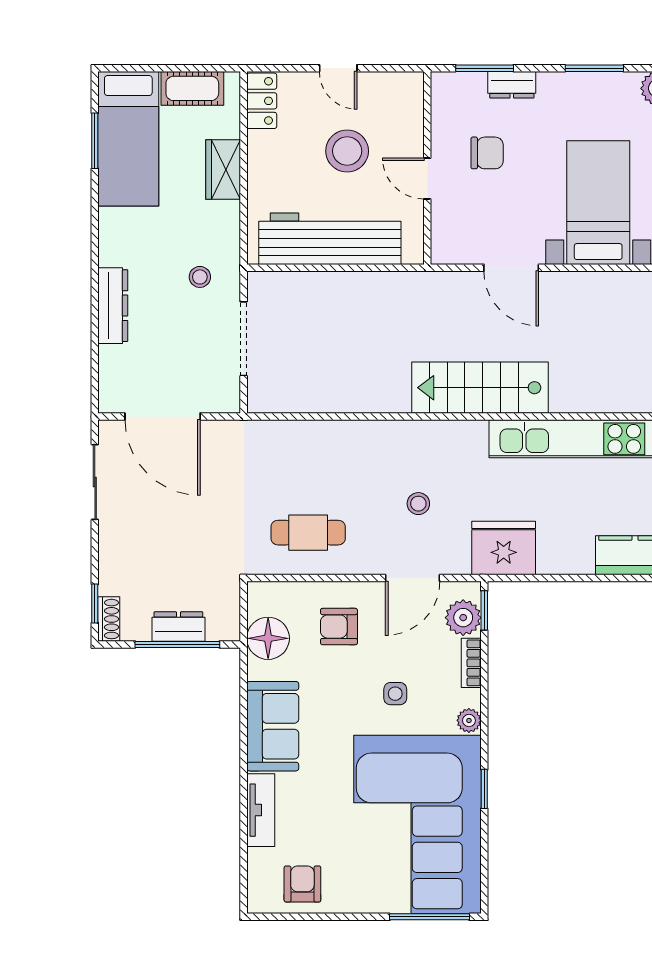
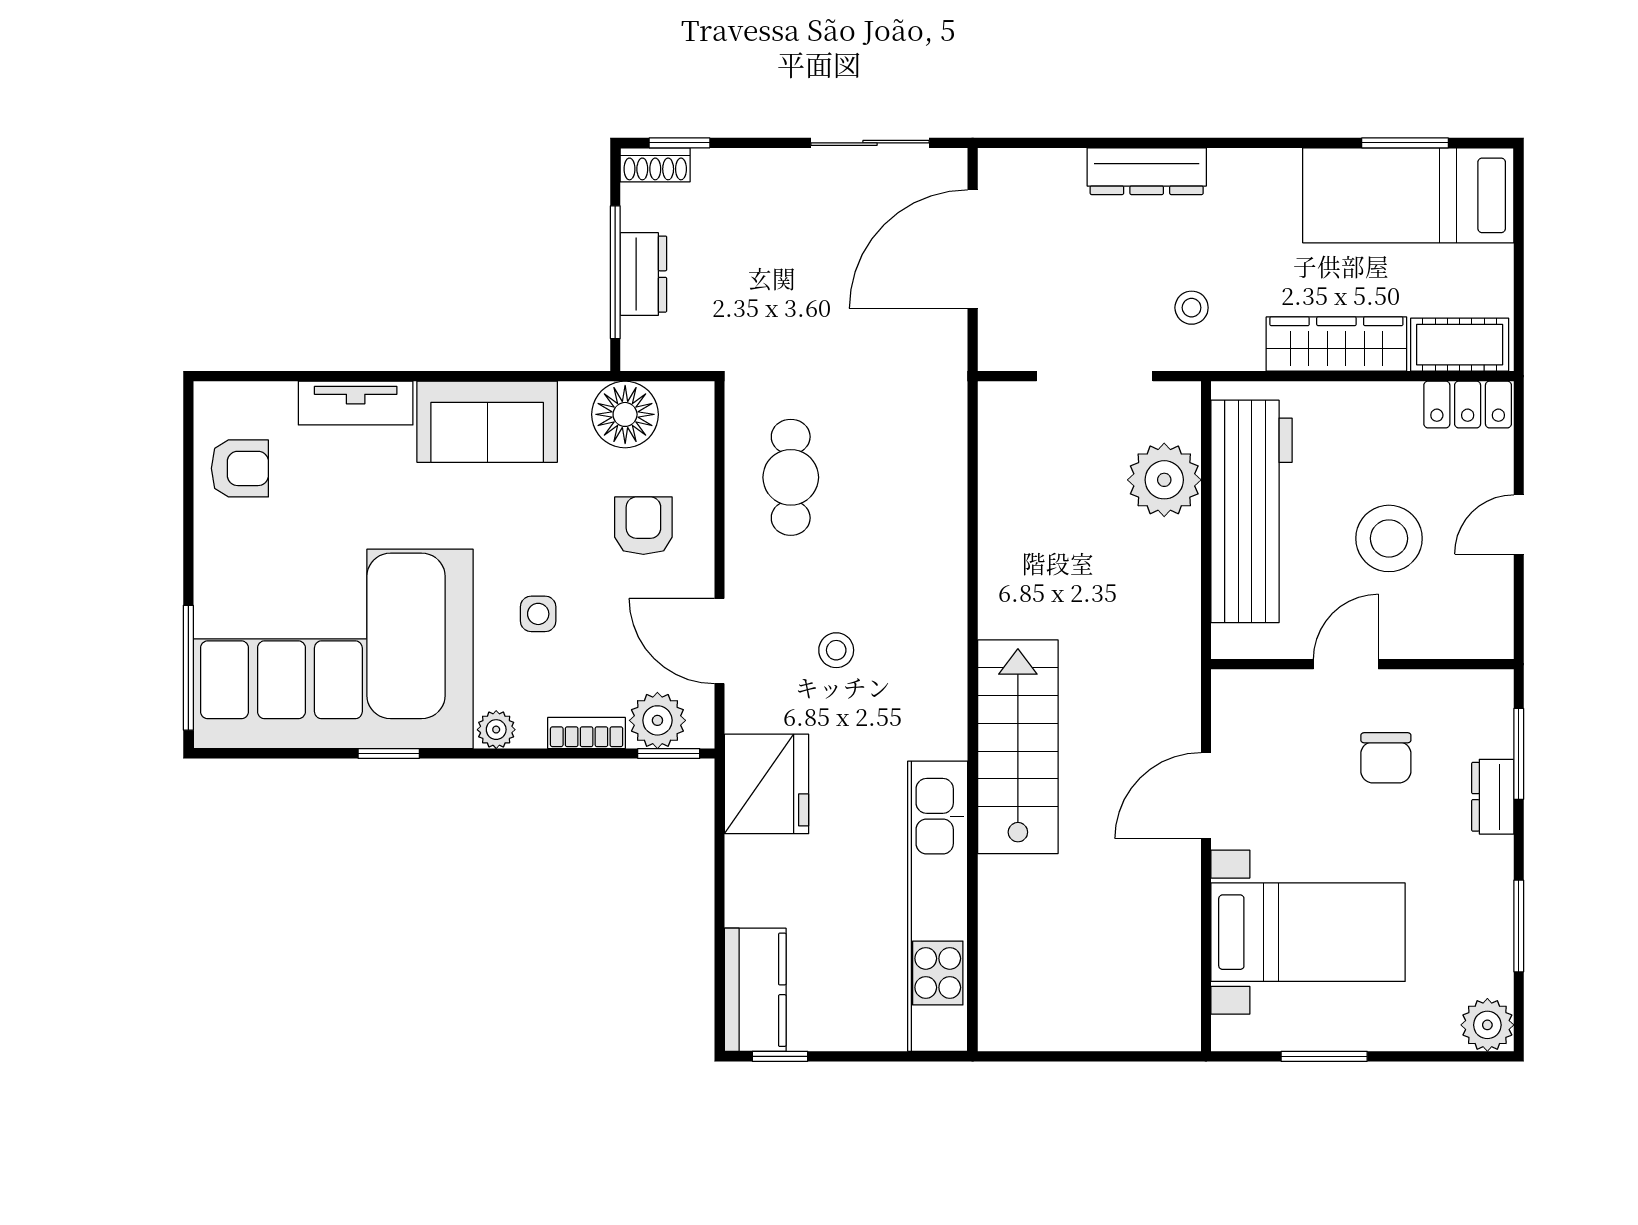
cot: (192, 88) -> (1460, 345), moved, turned 90
wardrobe: (223, 170) -> (1336, 344), width x1.50
plant: (310, 294) -> (1164, 480), added

